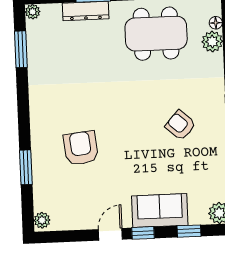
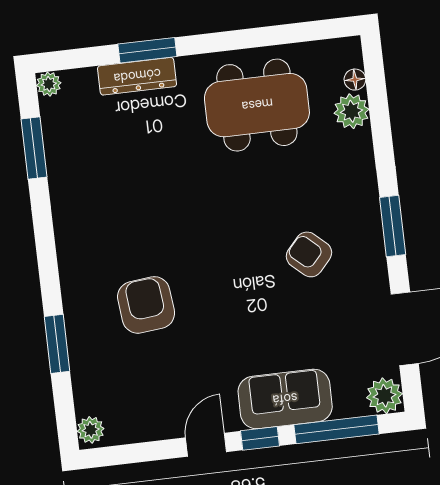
window: (189, 231) -> (336, 429), width x2.17

